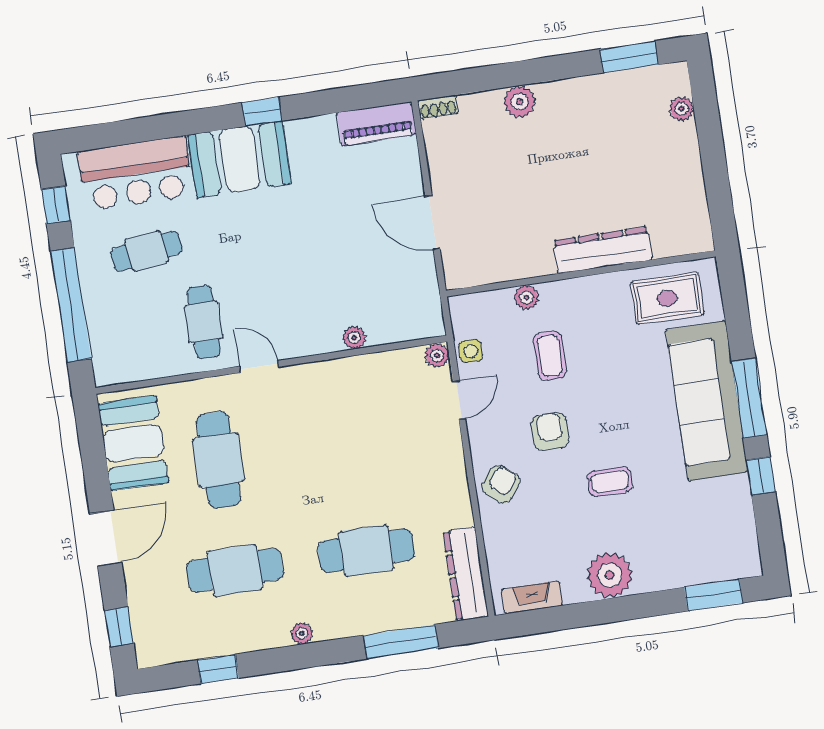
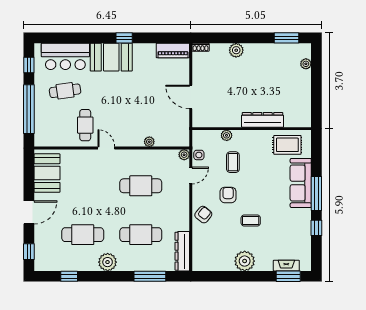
sofa: (707, 401) -> (301, 183), width x0.74, depth x0.79
cafe table: (218, 460) -> (141, 186), moved, turned 90
fireplace: (532, 597) -> (286, 266), moved
plant: (302, 633) -> (108, 262), width x1.88, depth x1.88

